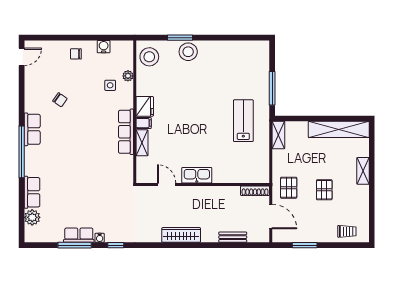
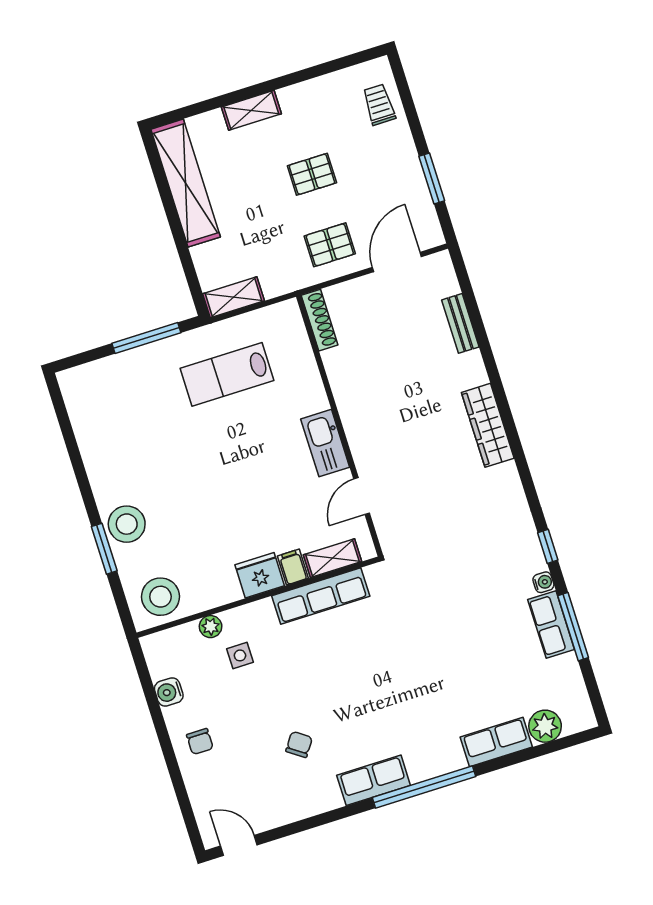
kitchen sink: (197, 175) -> (325, 443), moved
door: (167, 184) -> (362, 496), moved
wall: (203, 184) -> (340, 426), moved
shoe rack: (255, 191) -> (320, 320), moved

